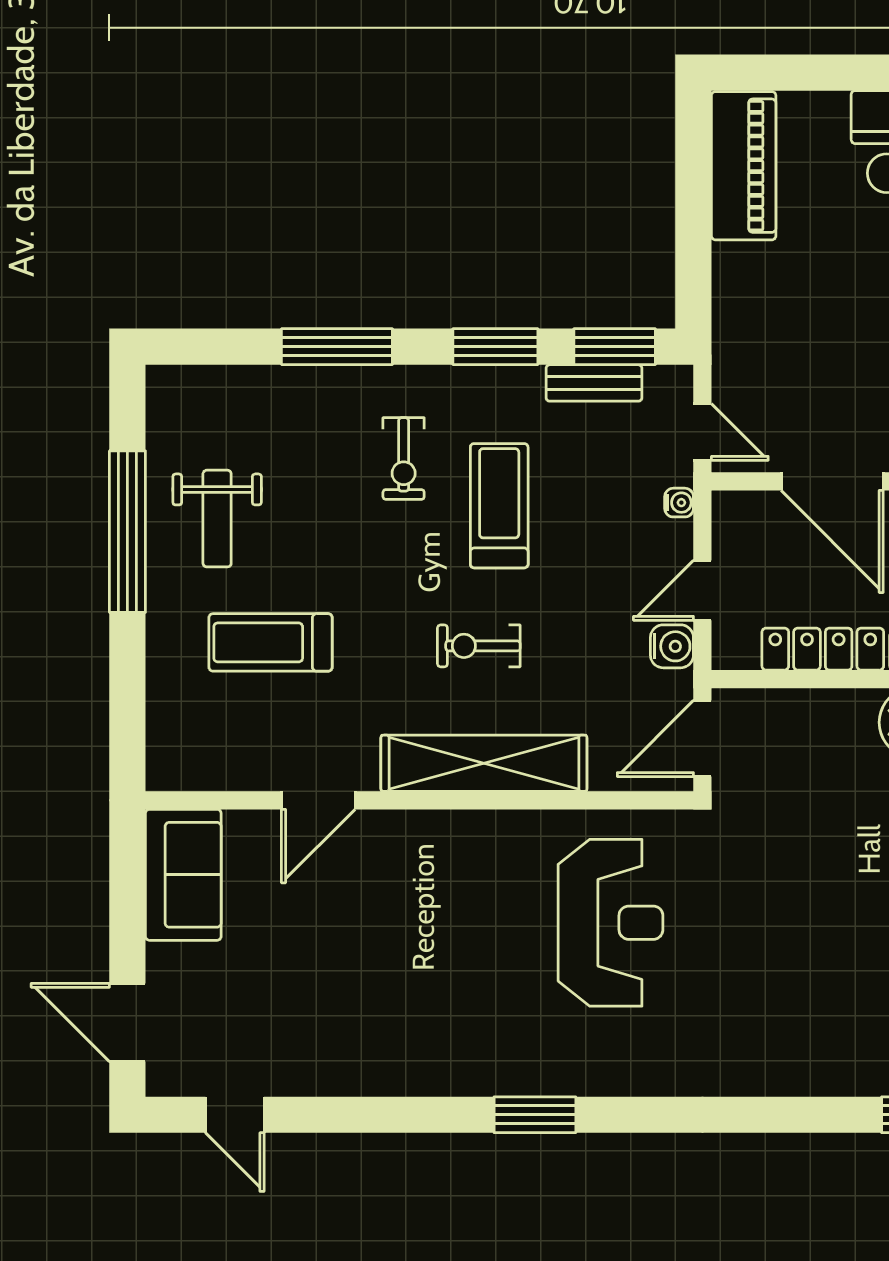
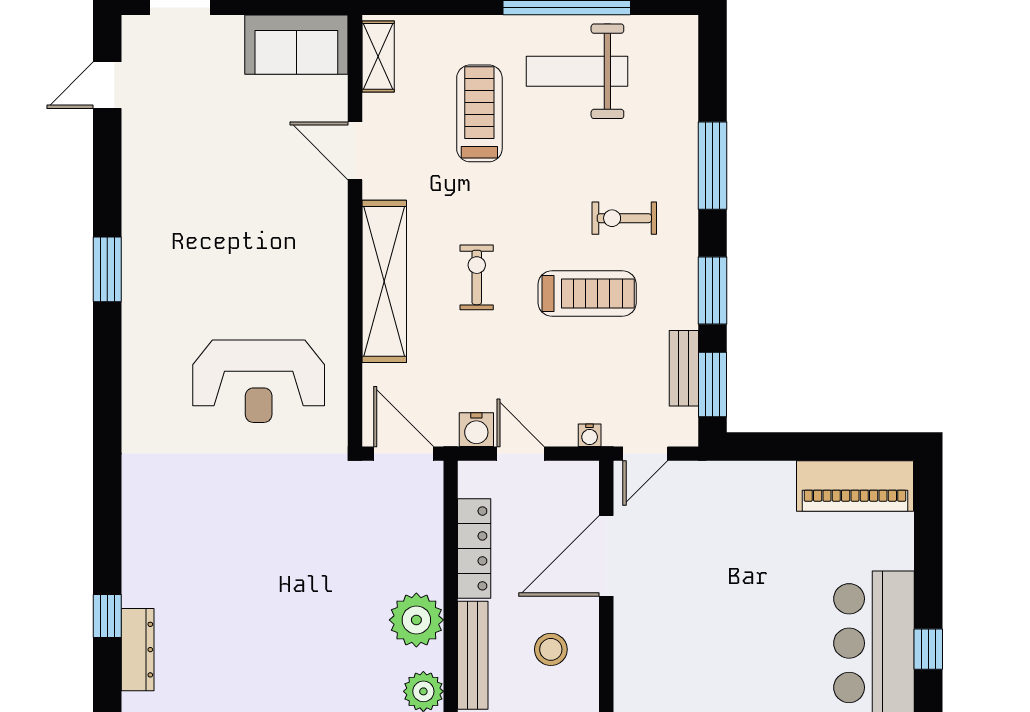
weight bench: (217, 519) -> (577, 71), width x1.36, depth x1.33
shelving: (198, 771) -> (378, 56), added
window: (535, 1115) -> (107, 269), moved

